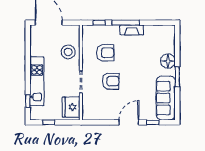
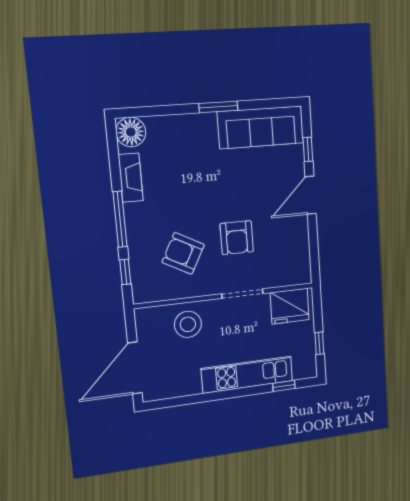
fireplace: (132, 30) -> (131, 178), moved
armchair: (105, 53) -> (183, 253), turned -62
floor lamp: (168, 61) -> (131, 132), moved
armchair: (111, 81) -> (237, 238), turned 180
door: (129, 122) -> (311, 195), hinge flipped

